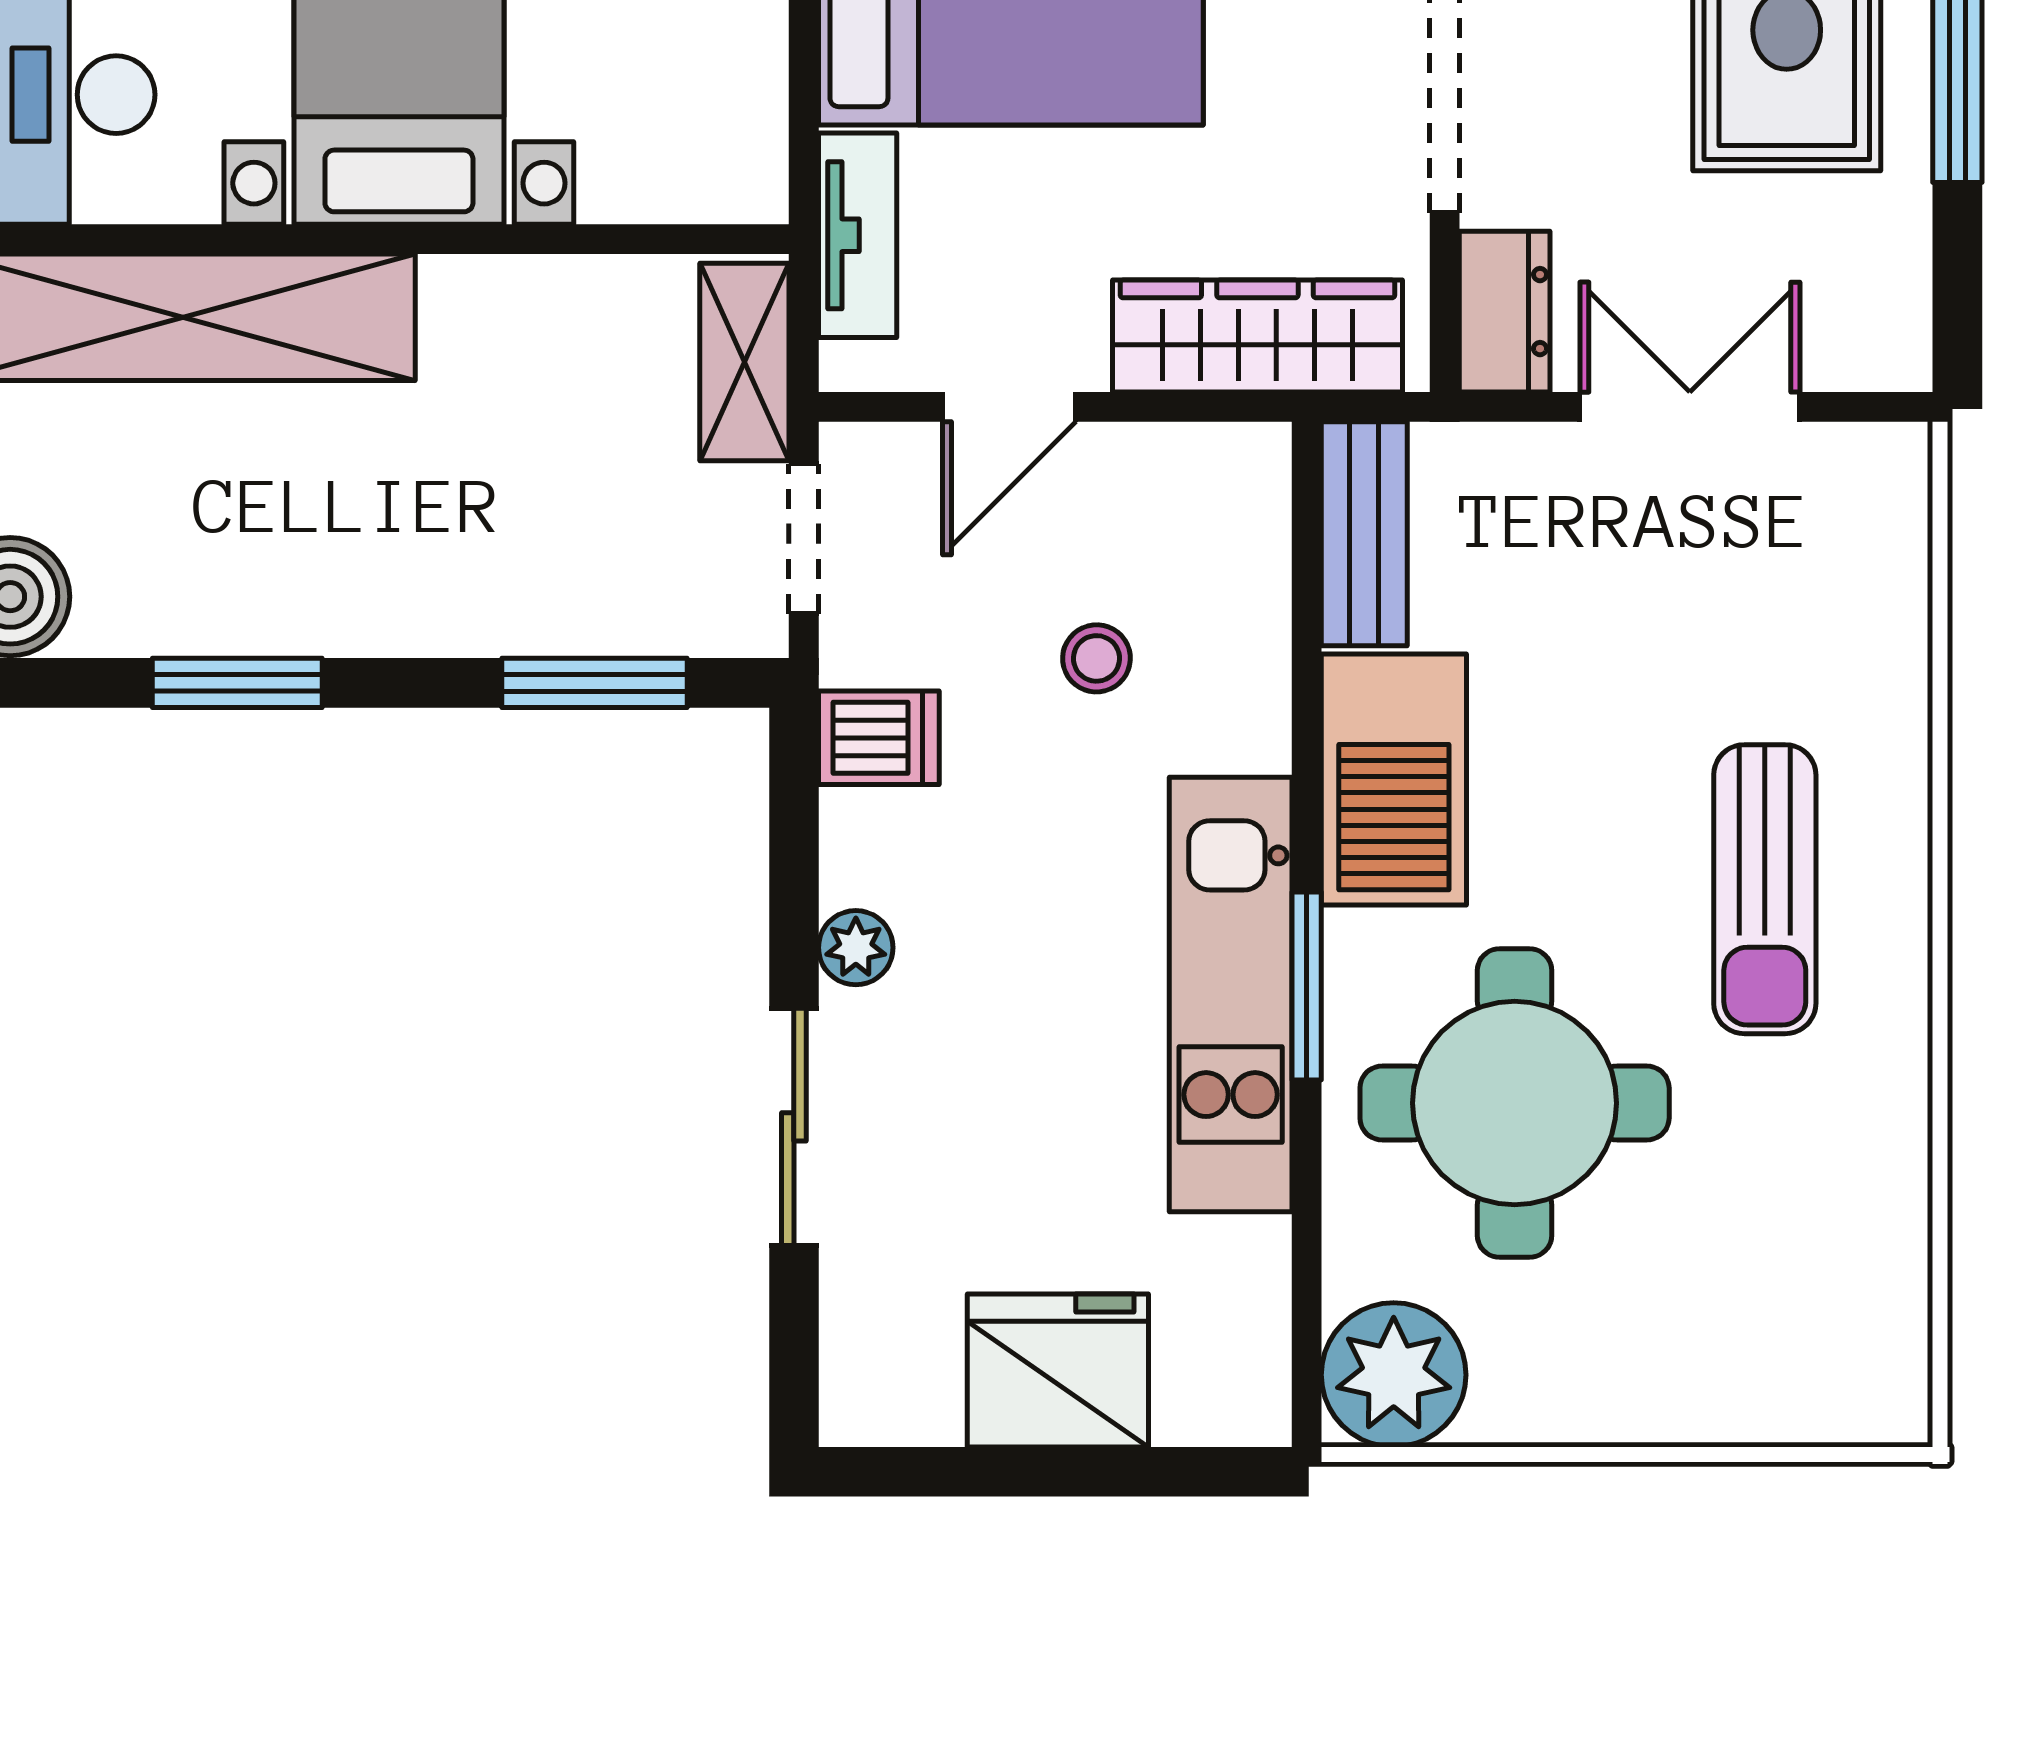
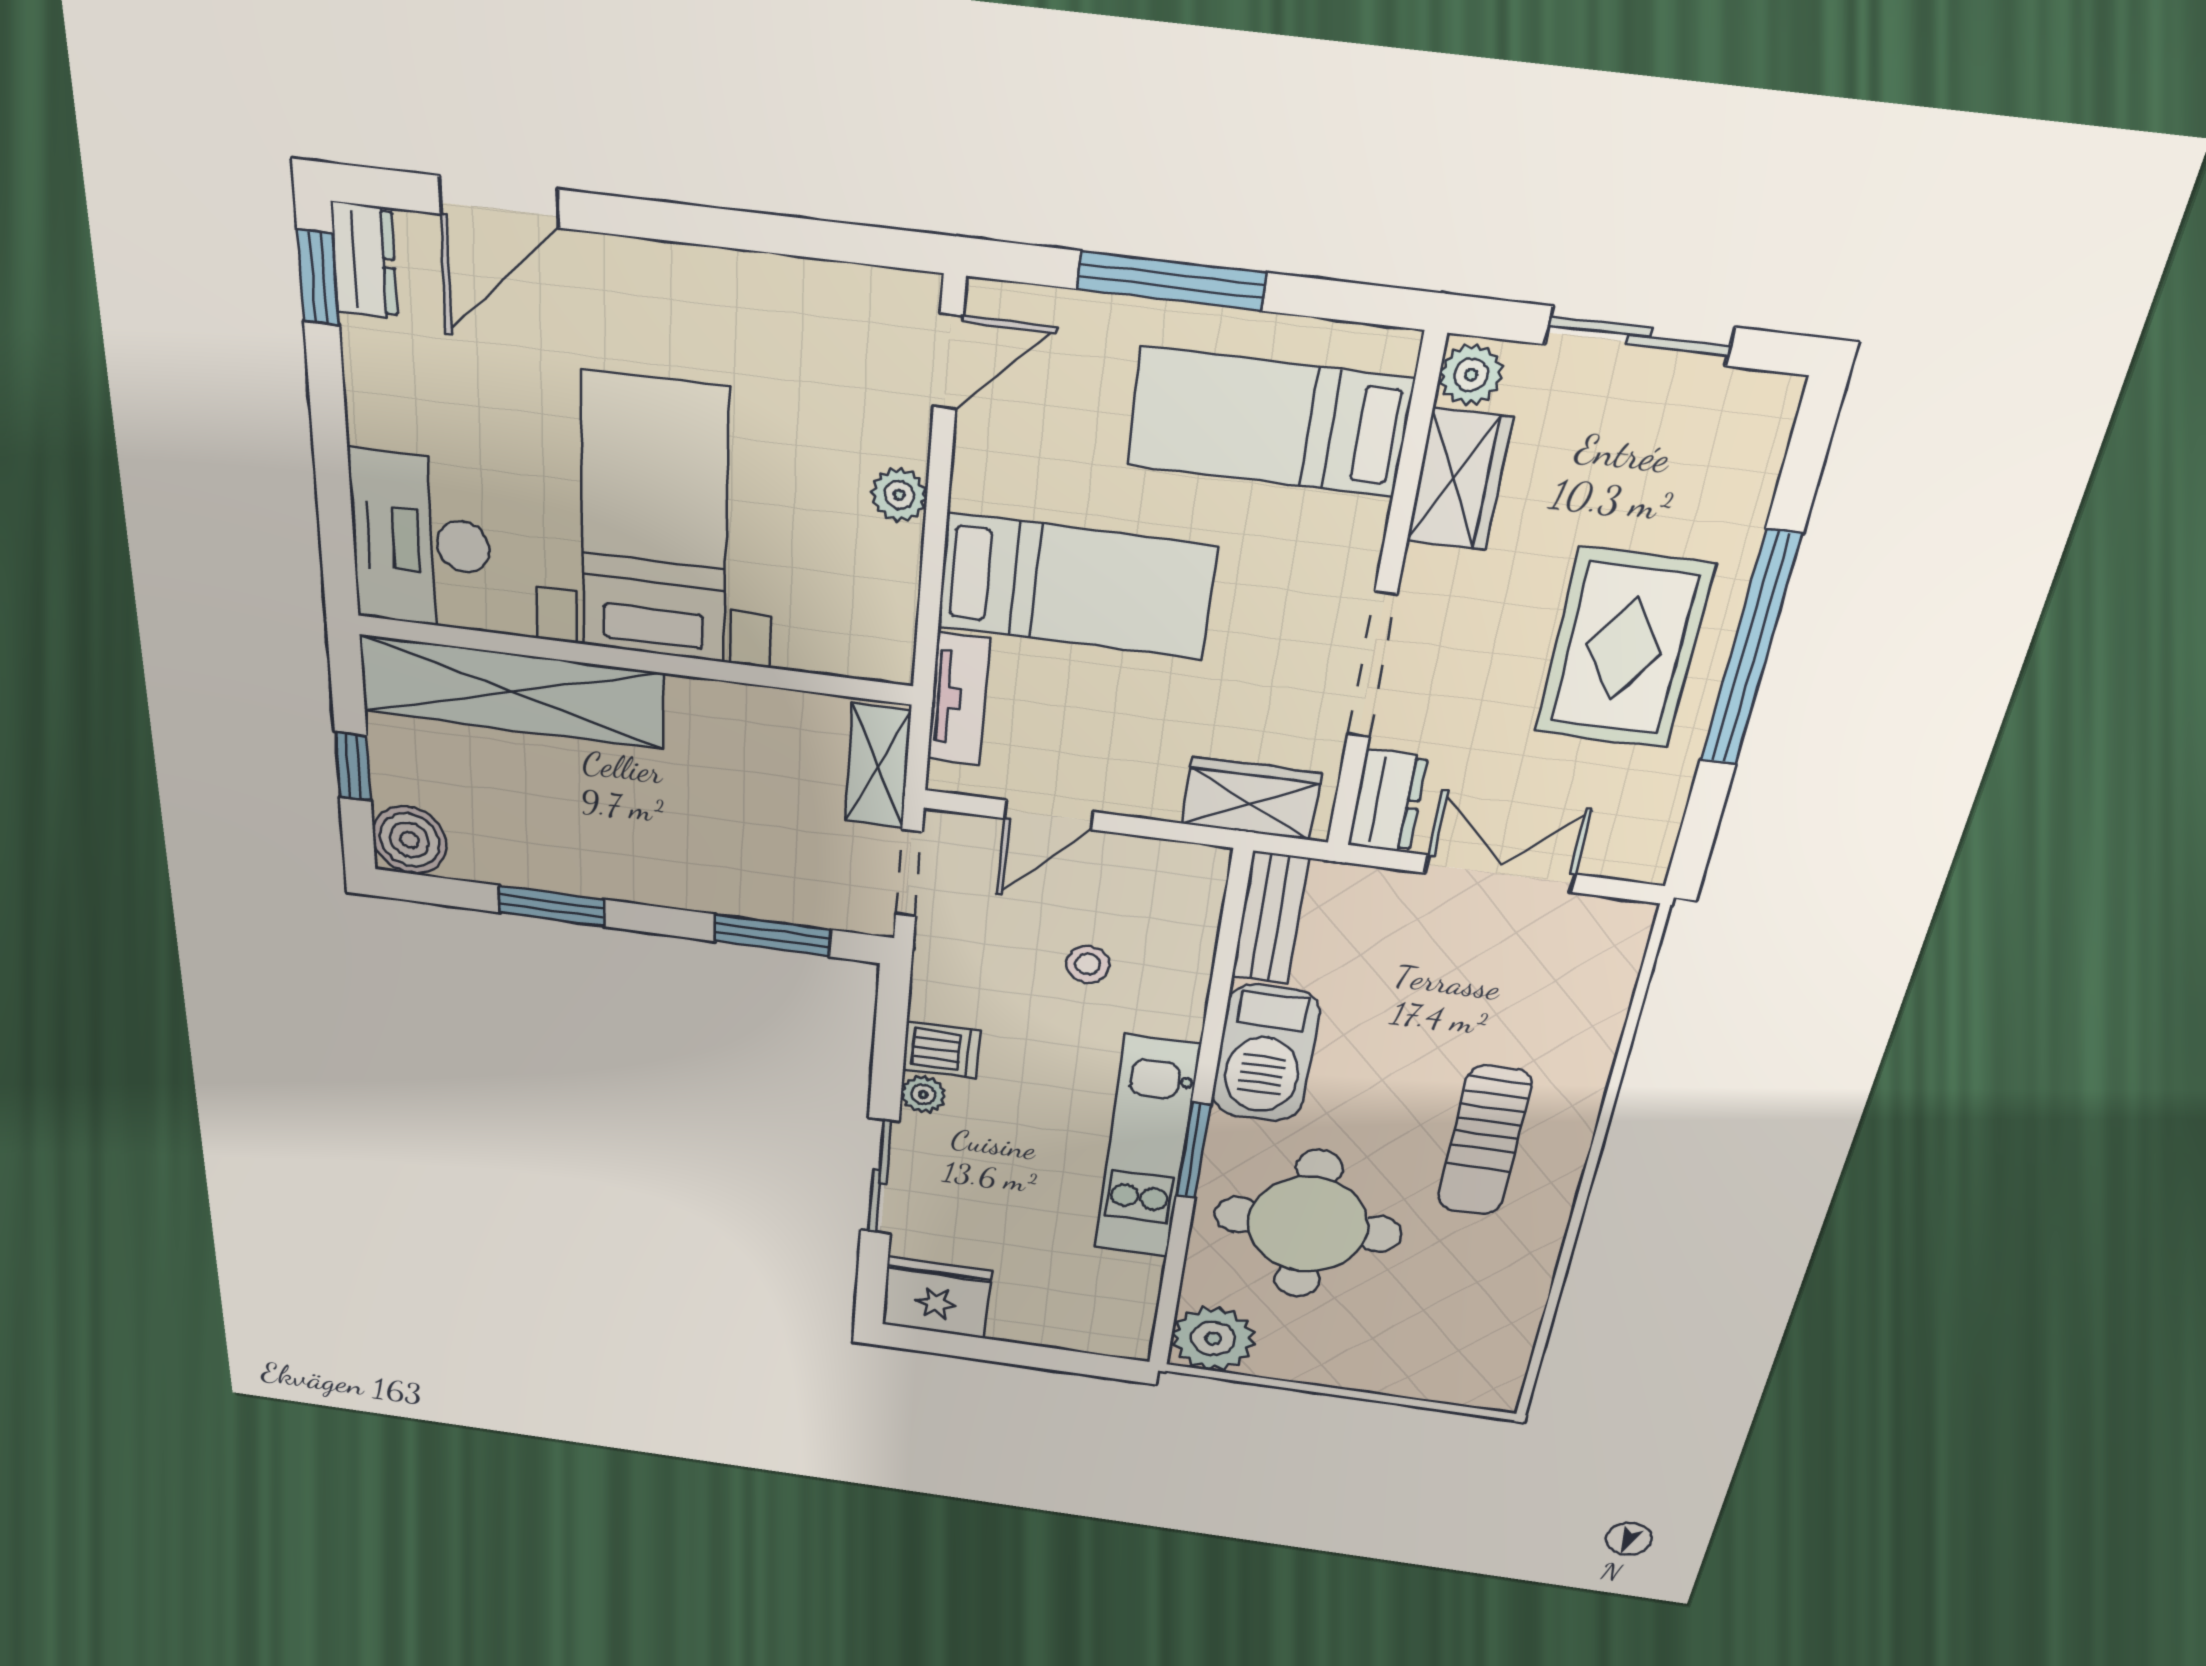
wardrobe: (1257, 336) -> (1251, 799), width x0.67
dishwasher: (879, 738) -> (941, 1050), moved
fridge: (1058, 1370) -> (936, 1298), moved

